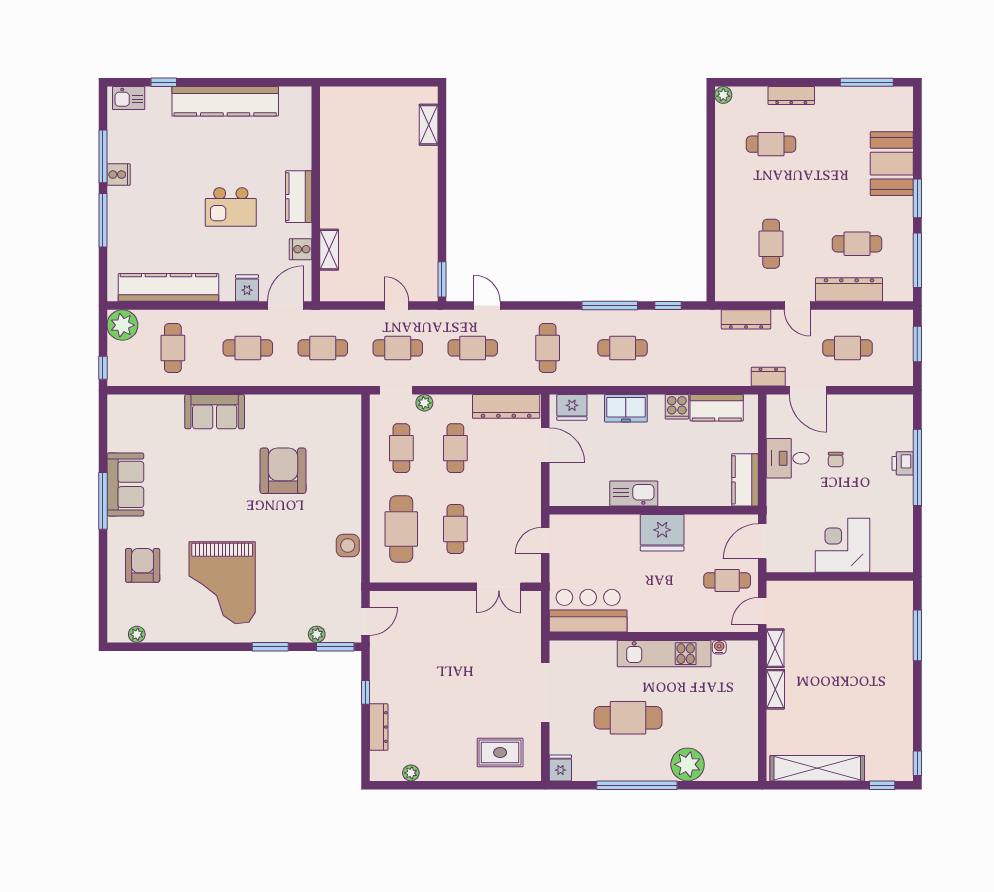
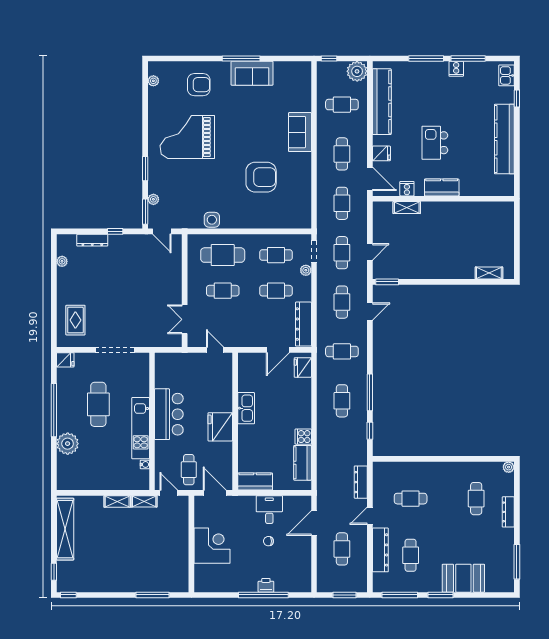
dresser: (768, 377) -> (323, 497), removed
freezer: (626, 408) -> (302, 403), removed
bar counter: (588, 611) -> (169, 414), moved

